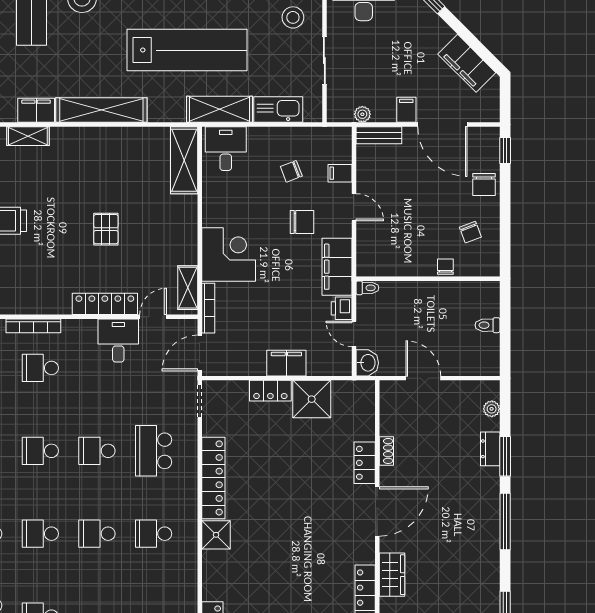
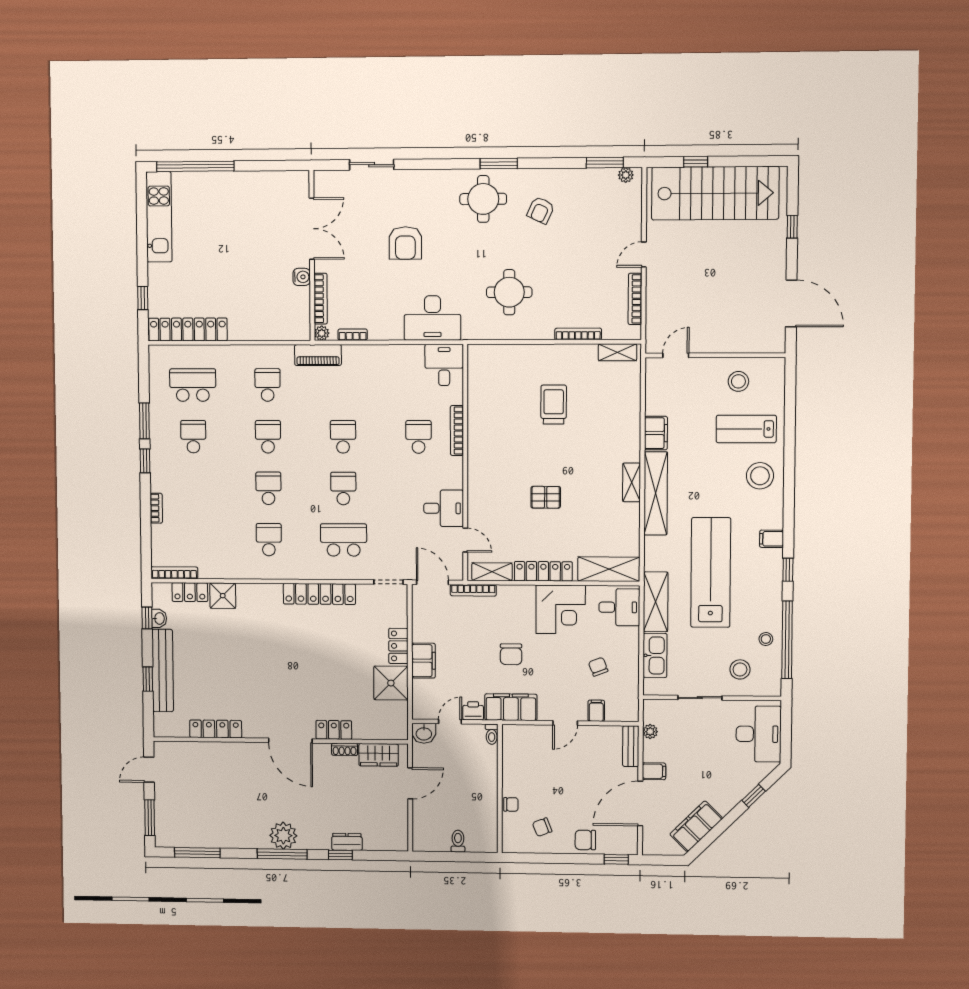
lab bench: (187, 50) -> (711, 572), turned 180
shelving: (28, 136) -> (632, 482), moved
chair: (302, 222) -> (511, 654), moved
corner desk: (229, 255) -> (561, 609), moved
locker: (105, 304) -> (543, 571), moved, turned -90
plant: (492, 409) -> (283, 836), moved, width x1.88, depth x1.88
window: (505, 456) -> (340, 855), width x0.67
shower: (216, 535) -> (223, 596), moved
wardrobe: (392, 575) -> (379, 755), moved

